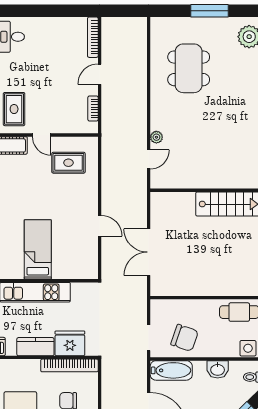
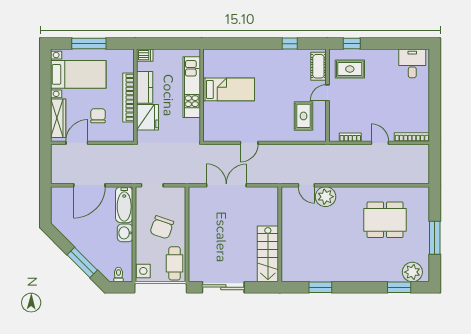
plant: (156, 137) -> (326, 197), width x1.88, depth x1.88
chair: (184, 338) -> (162, 227), moved
bookcase: (69, 365) -> (128, 97), moved
washbasin: (218, 369) -> (125, 233), moved

